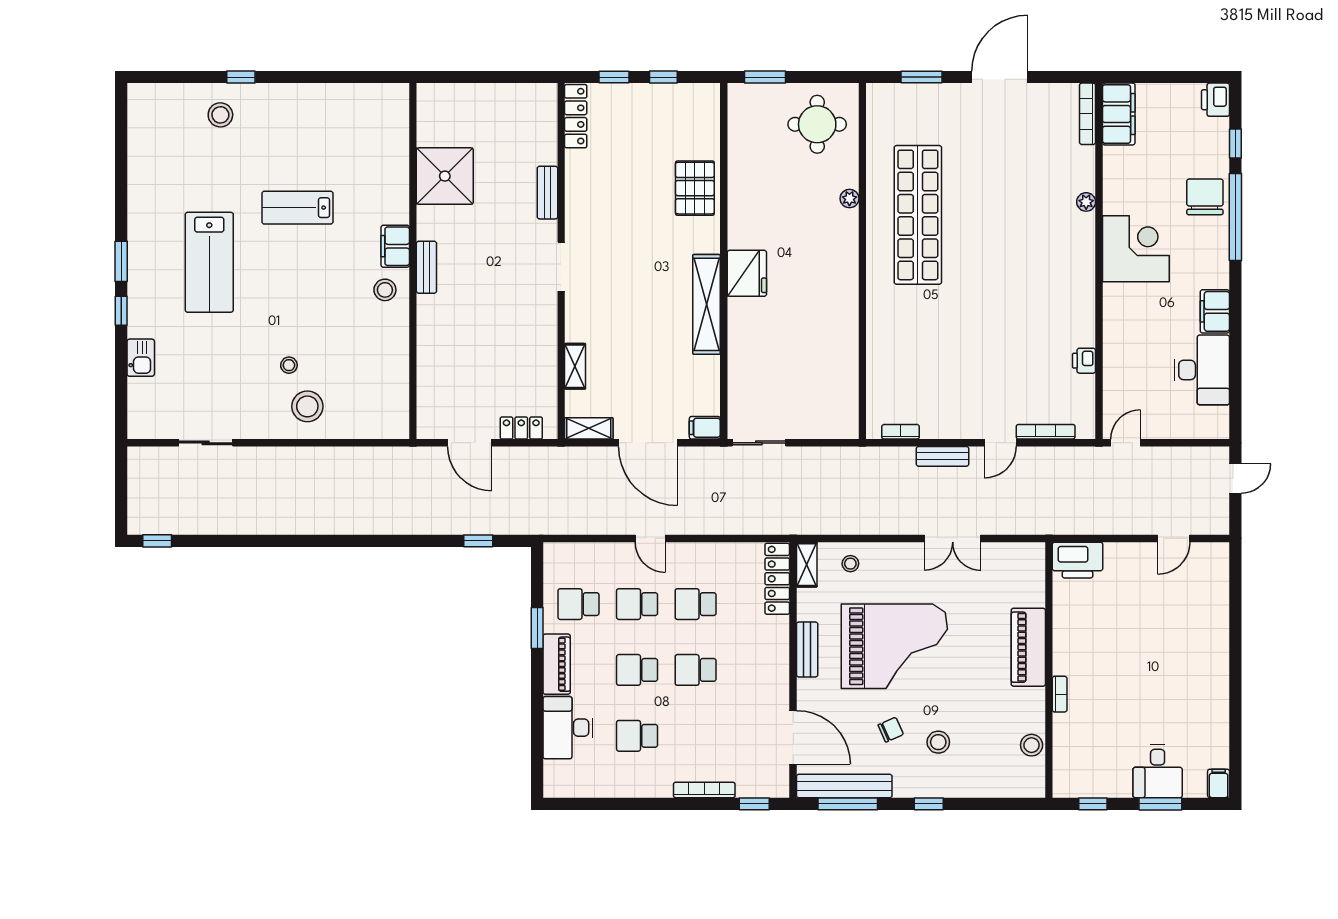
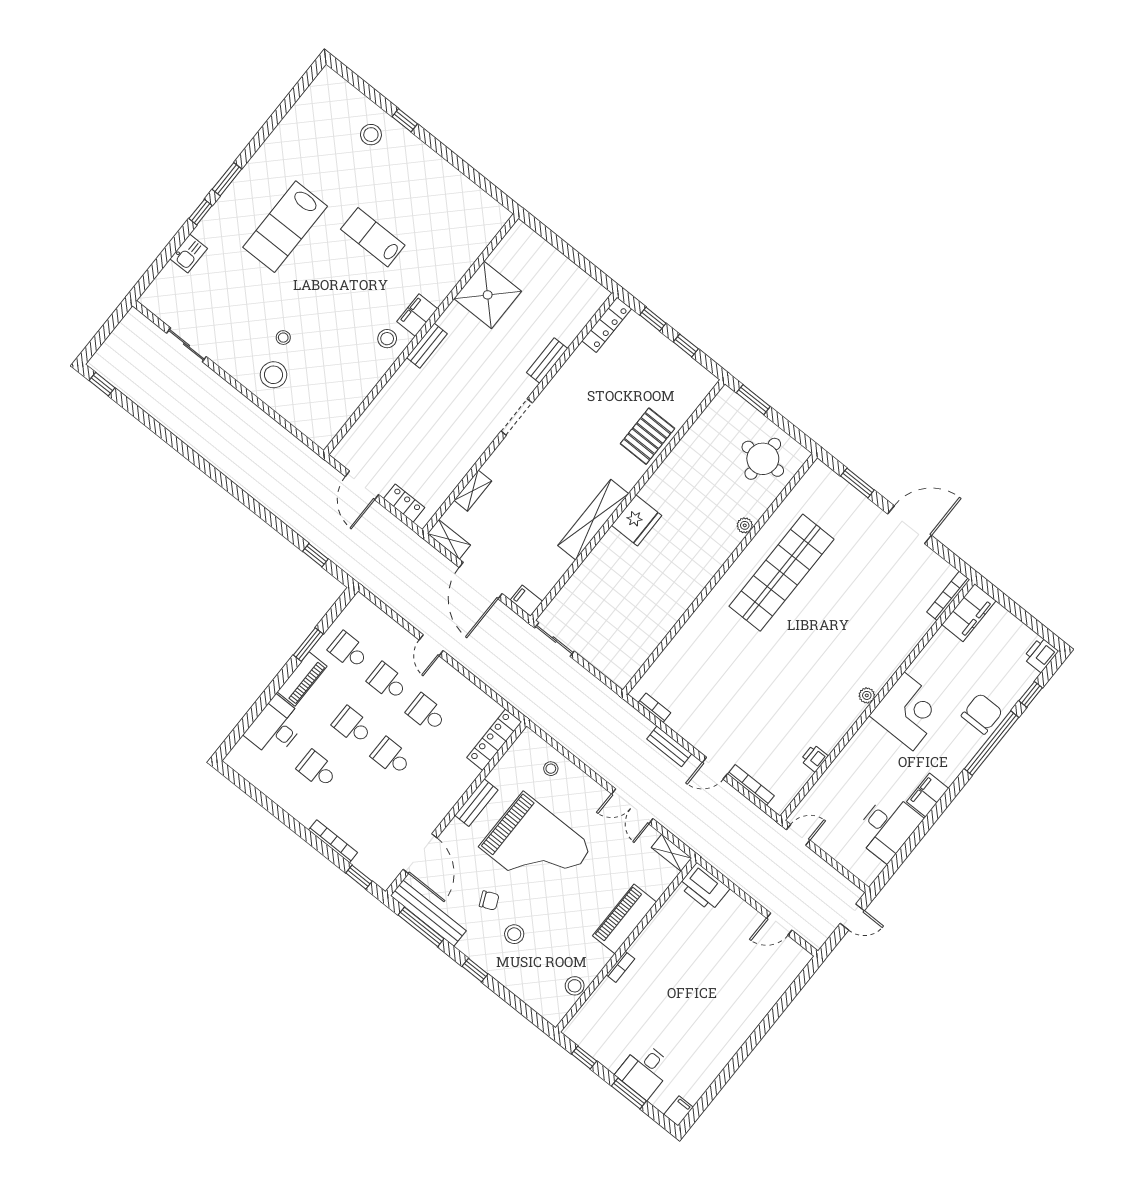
plant: (1086, 202) -> (867, 695), moved
shelving: (807, 565) -> (672, 853), moved, turned 90

